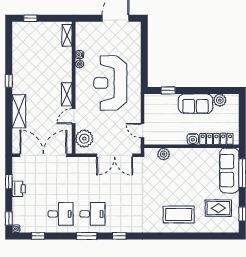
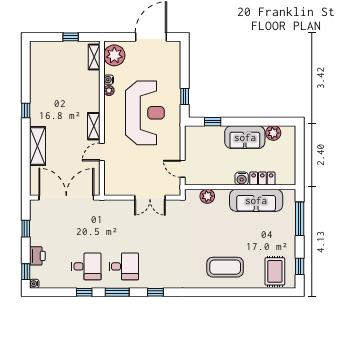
window: (30, 18) -> (71, 37), moved
window: (144, 69) -> (185, 97), added
reception desk: (110, 83) -> (145, 113), turned 180
plant: (84, 139) -> (114, 55), moved
locker: (216, 139) -> (262, 178), width x0.66
double door: (115, 155) -> (150, 198), width x0.73
sofa: (229, 171) -> (256, 200), moved, turned -90
printer: (19, 189) -> (37, 256), moved
rug: (218, 208) -> (275, 271), moved, turned 90
window: (38, 236) -> (84, 292), moved

